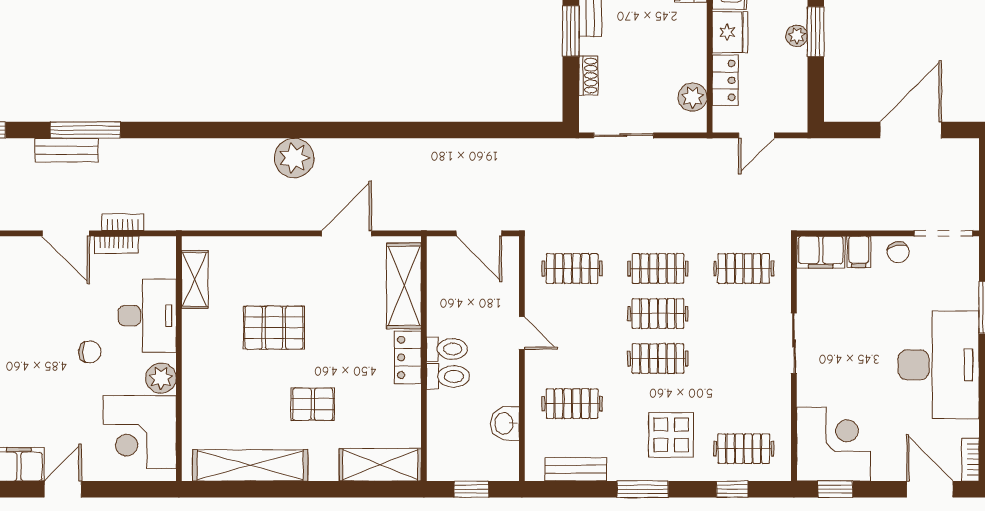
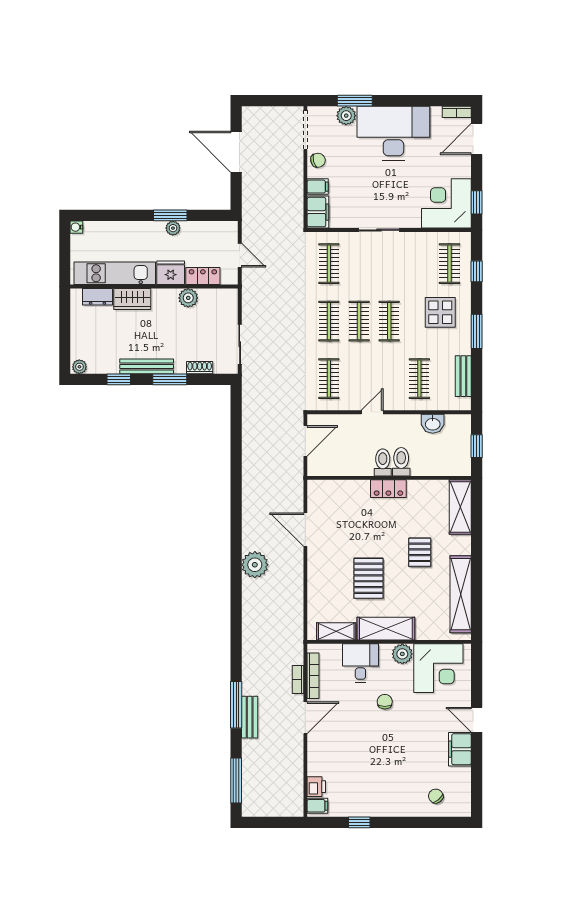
plant: (693, 97) -> (188, 298), moved
bookcase: (116, 245) -> (313, 676), width x1.56
shelving: (404, 286) -> (386, 629), moved
plant: (965, 294) -> (346, 116), added
desk: (147, 316) -> (360, 663), width x0.73

